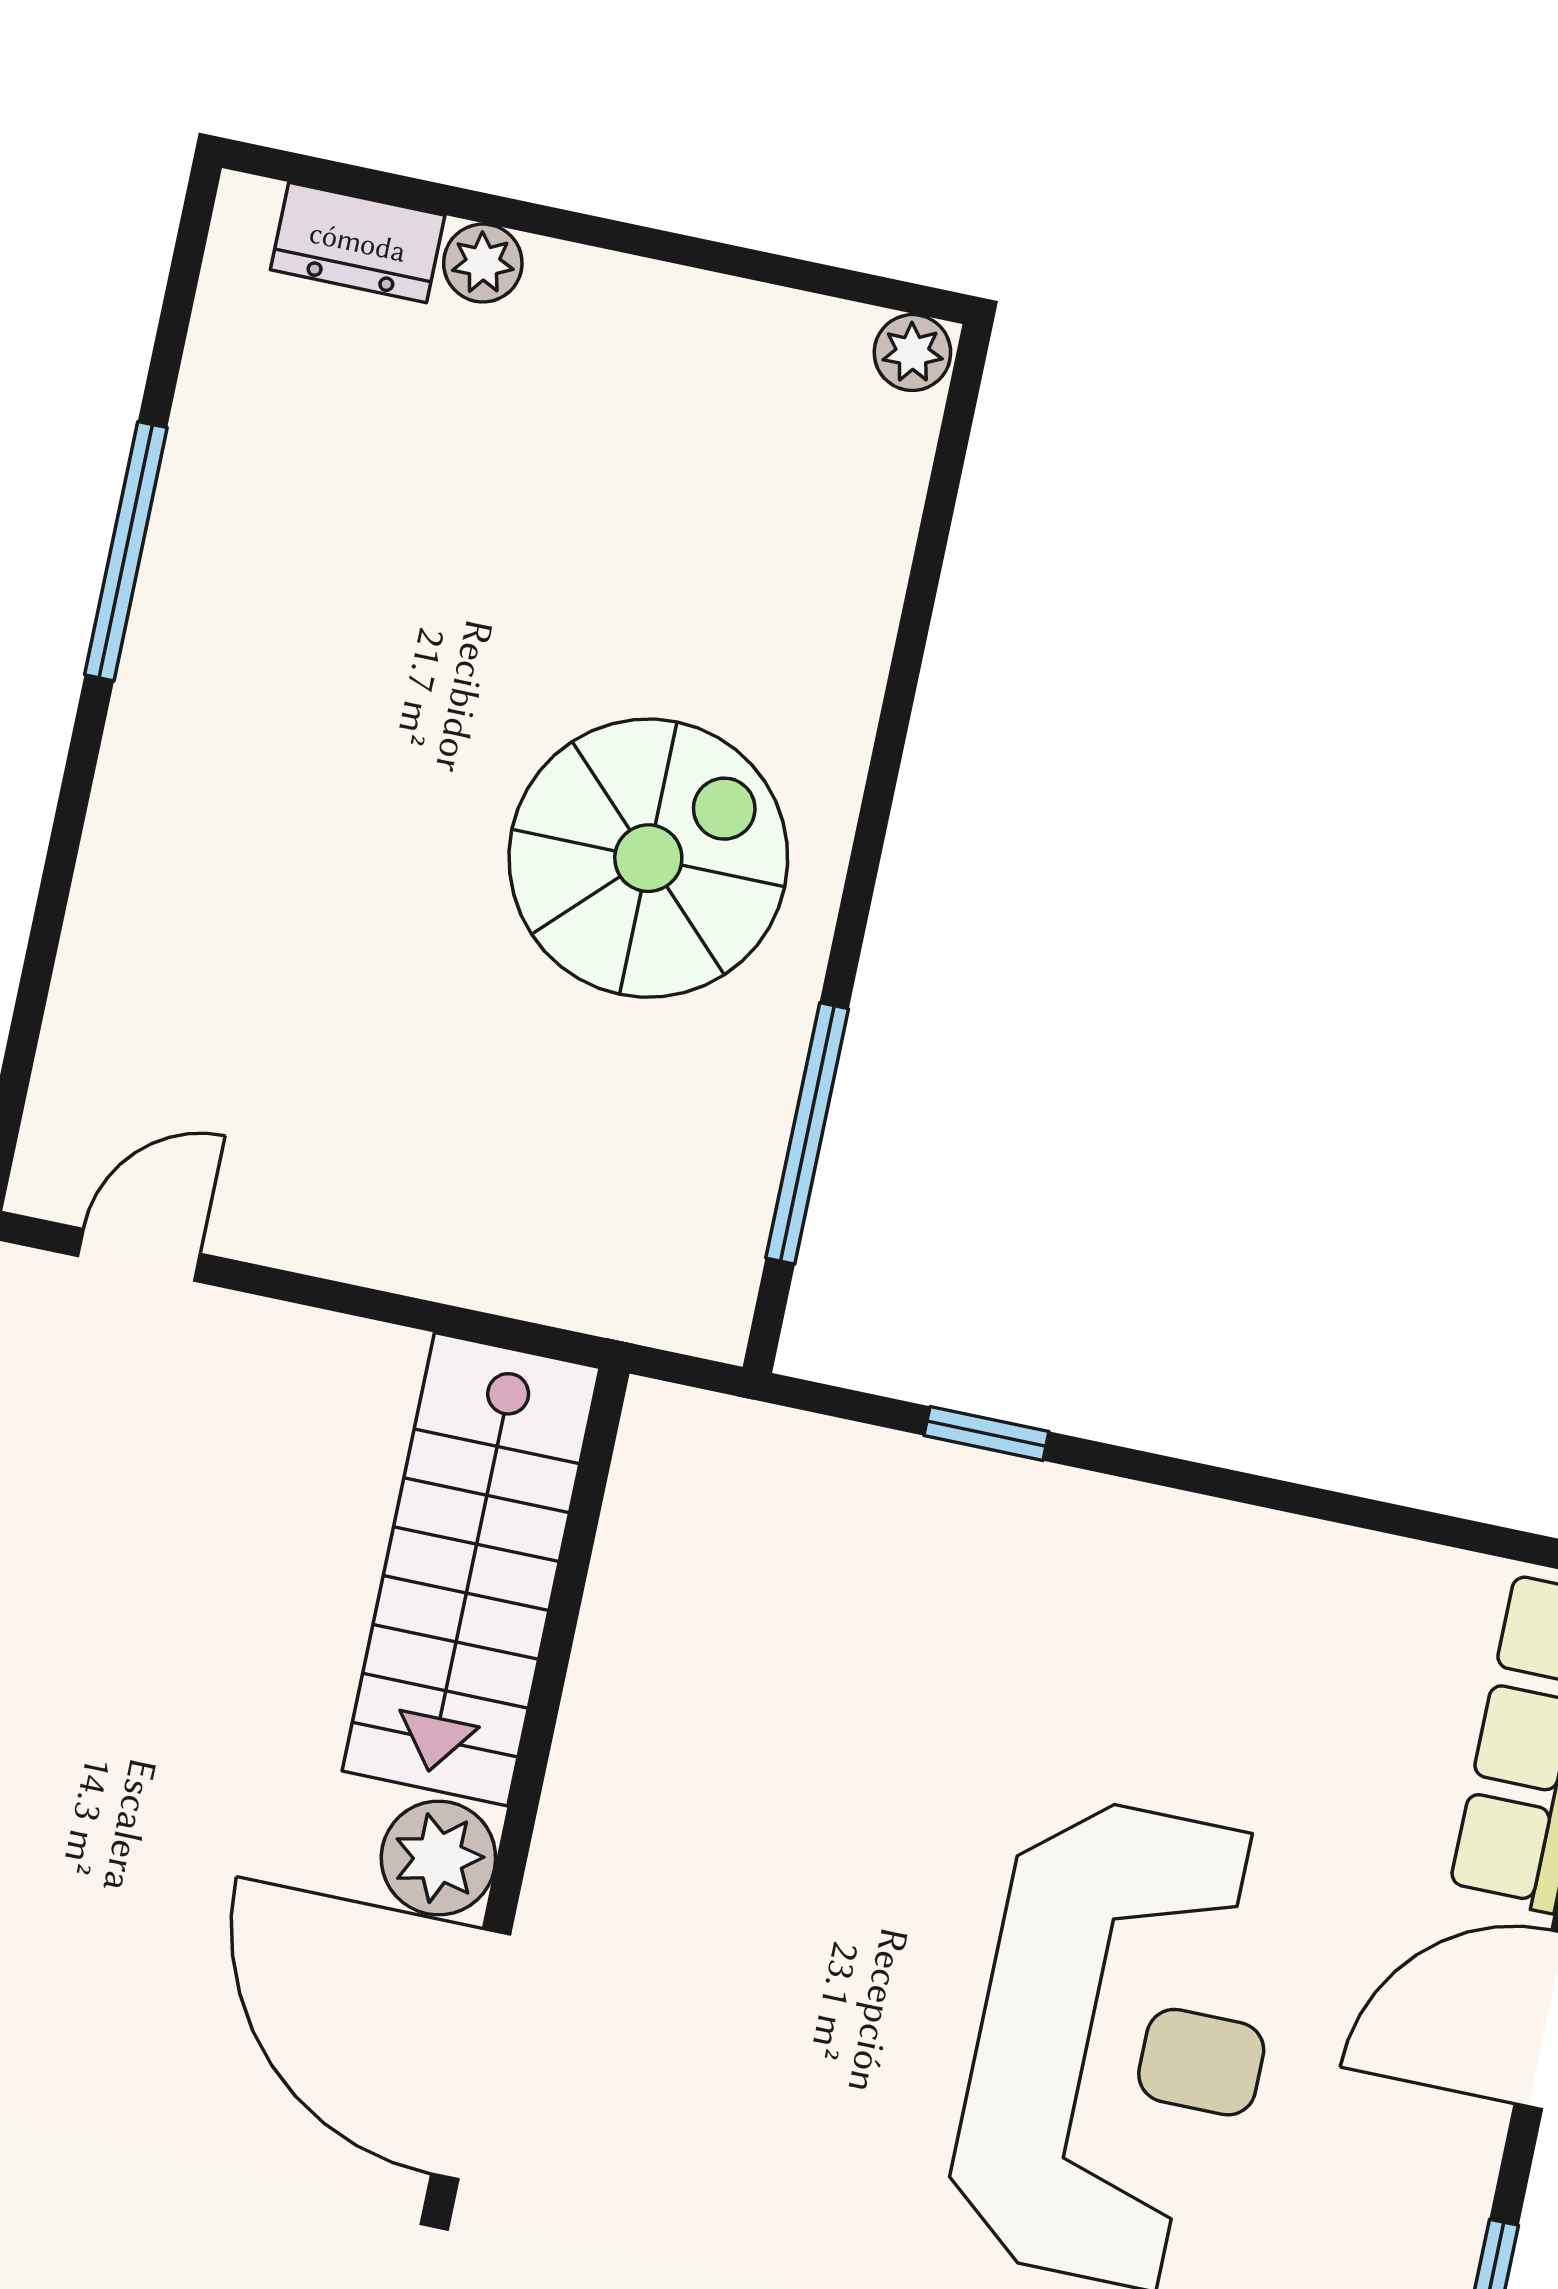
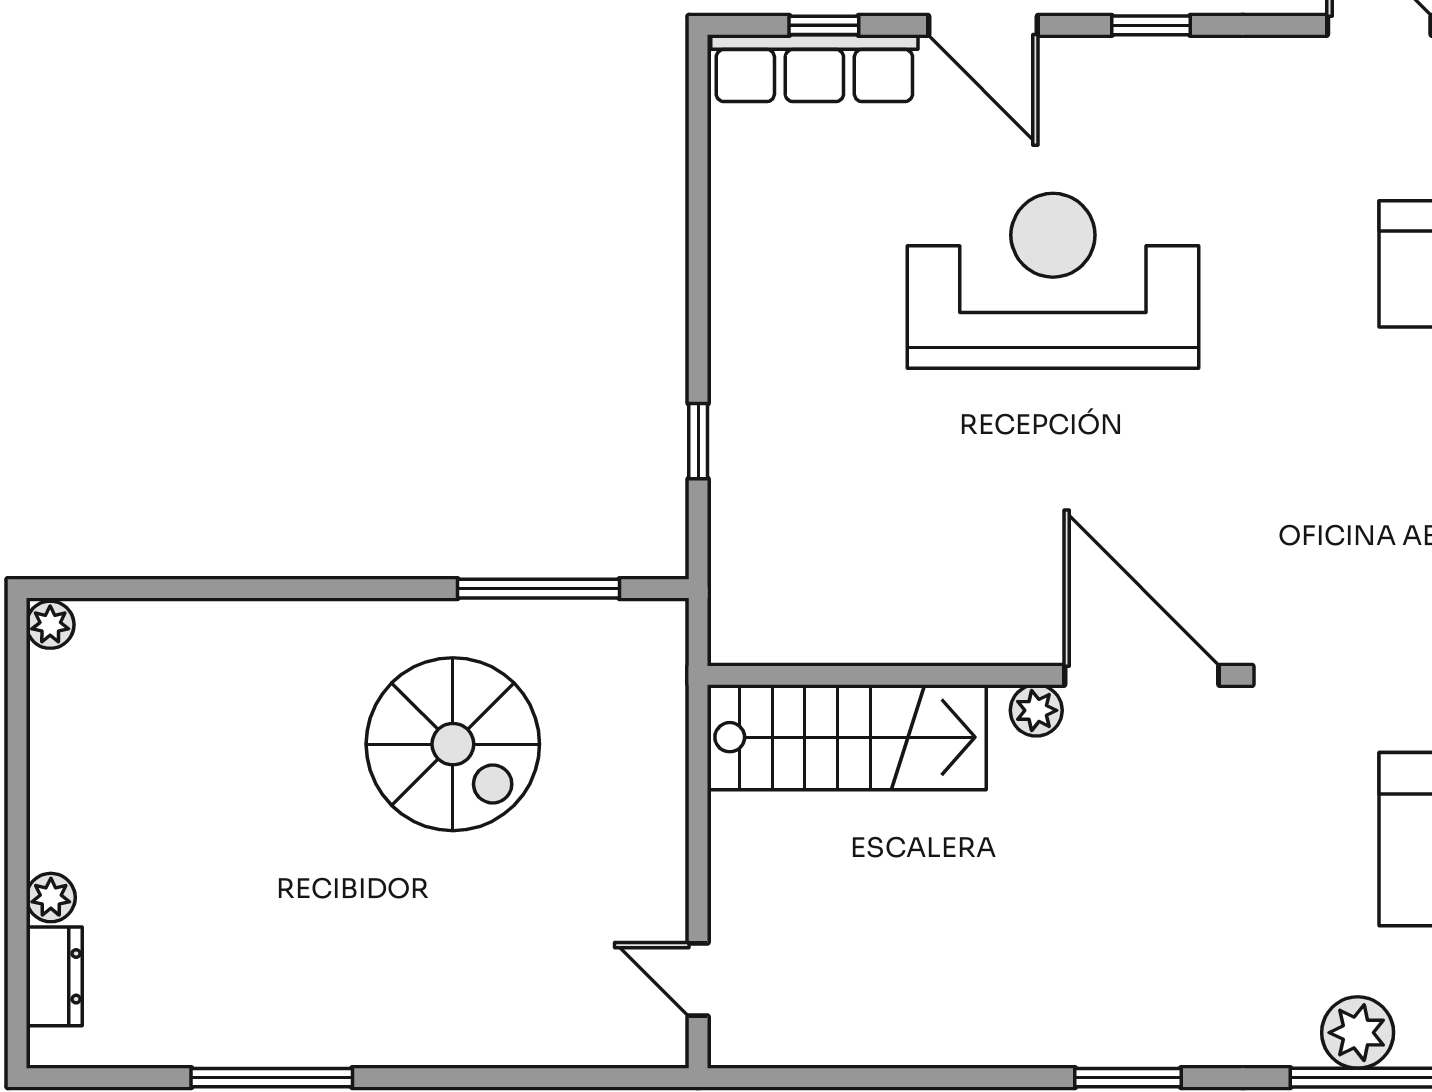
spiral stairs: (648, 858) -> (453, 744), moved, turned 180
plant: (438, 1858) -> (1036, 710), width x0.73, depth x0.73
door: (471, 2054) -> (1142, 675), swing flipped

